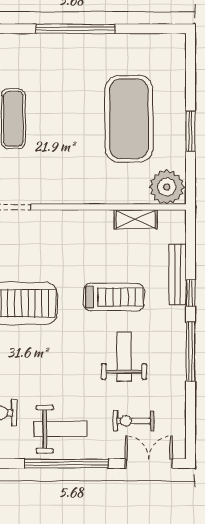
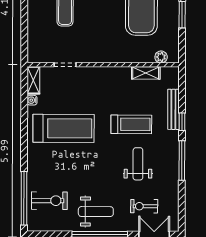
plant: (167, 187) -> (161, 57), width x0.53, depth x0.53

